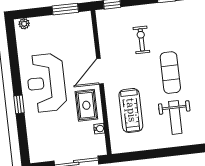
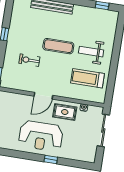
door: (100, 71) -> (43, 96), hinge flipped
treadmill: (131, 110) -> (88, 78), moved, turned 180
weight bench: (175, 117) -> (91, 52), turned 180

